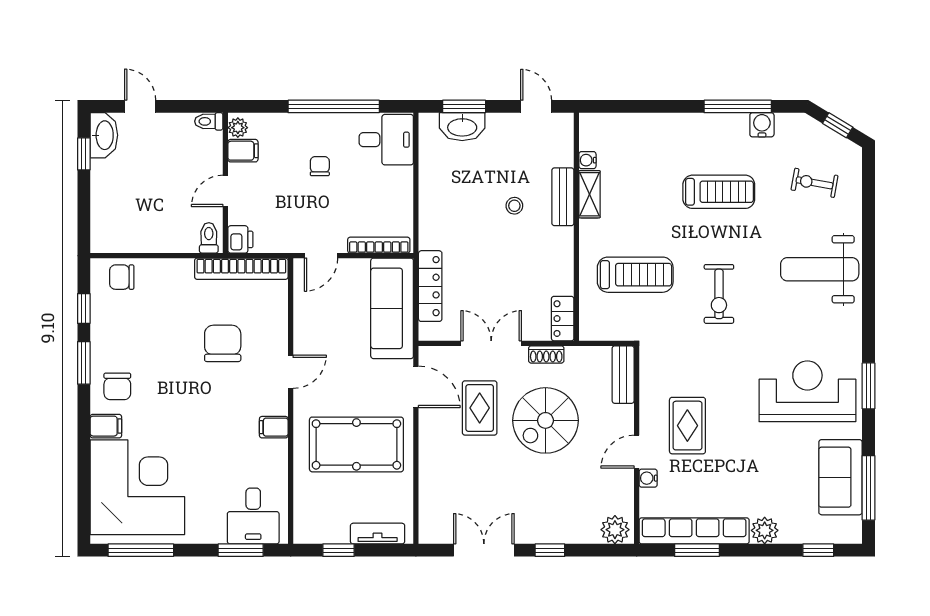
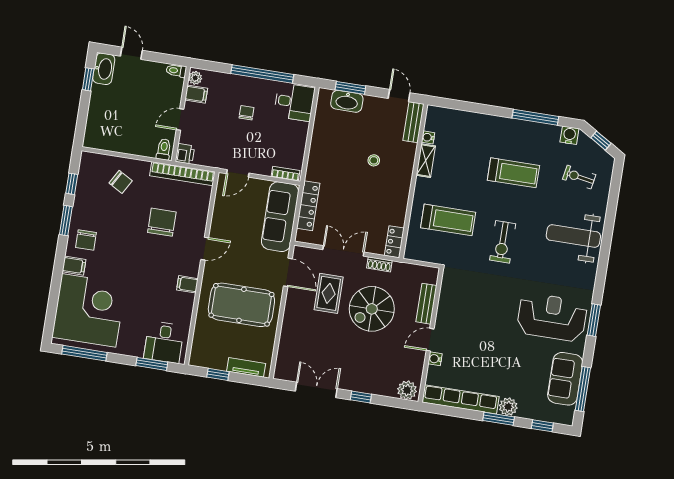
water cooler: (762, 125) -> (569, 135), moved
bench: (563, 197) -> (413, 122), moved
bookcase: (379, 245) -> (285, 174), width x0.64
chair: (122, 277) -> (121, 182), moved, turned -150
bench: (623, 375) -> (426, 304), moved
rug: (687, 426) -> (467, 328), removed
window: (697, 550) -> (499, 419), moved

